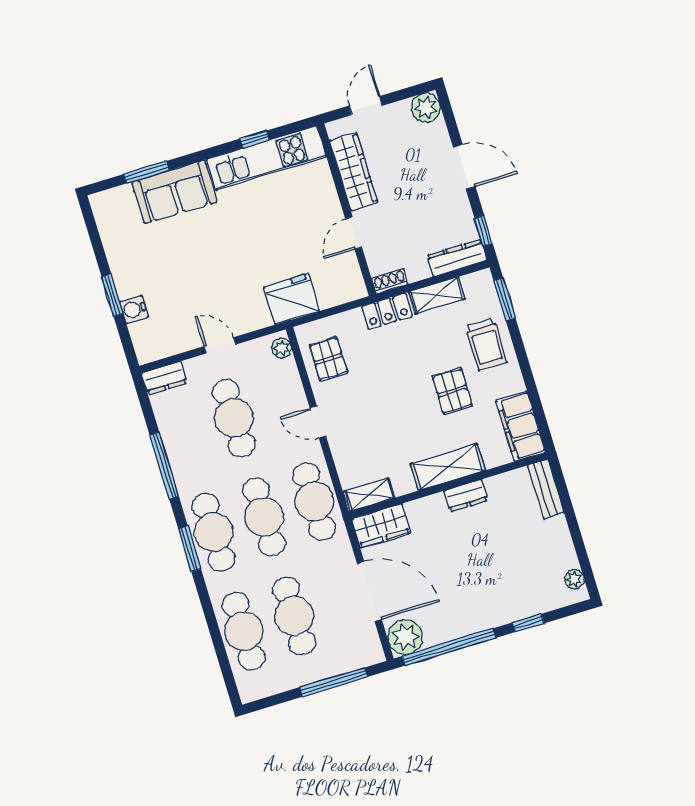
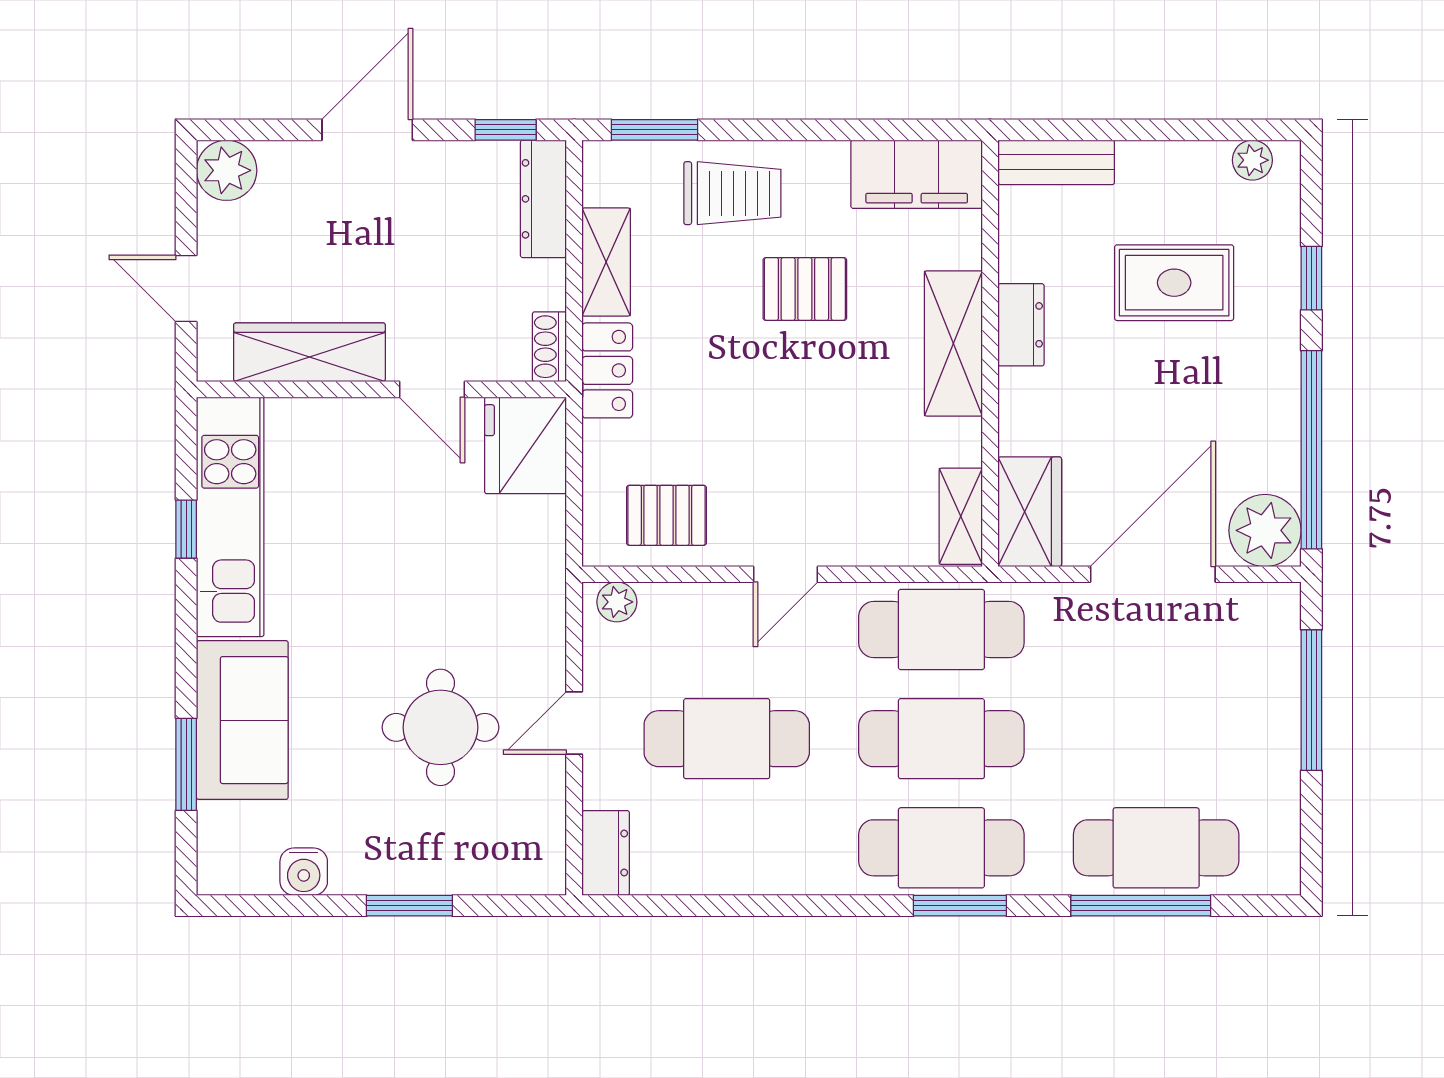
round table: (199, 284) -> (440, 727), added
fridge: (292, 299) -> (525, 445), moved
water cooler: (134, 309) -> (304, 872), moved
window: (164, 466) -> (1141, 906), moved
rug: (507, 560) -> (1174, 283), added
cafe table: (294, 616) -> (1156, 739), removed

